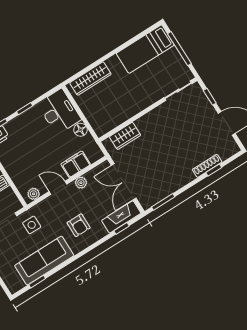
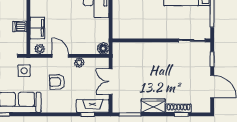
floor lamp: (81, 130) -> (103, 48), moved
wardrobe: (125, 136) -> (153, 106), moved, turned 180
filing cabinet: (76, 164) -> (37, 28), moved, turned 90
double door: (124, 182) -> (111, 82), width x0.73
armchair: (79, 225) -> (57, 82), moved, turned 86

